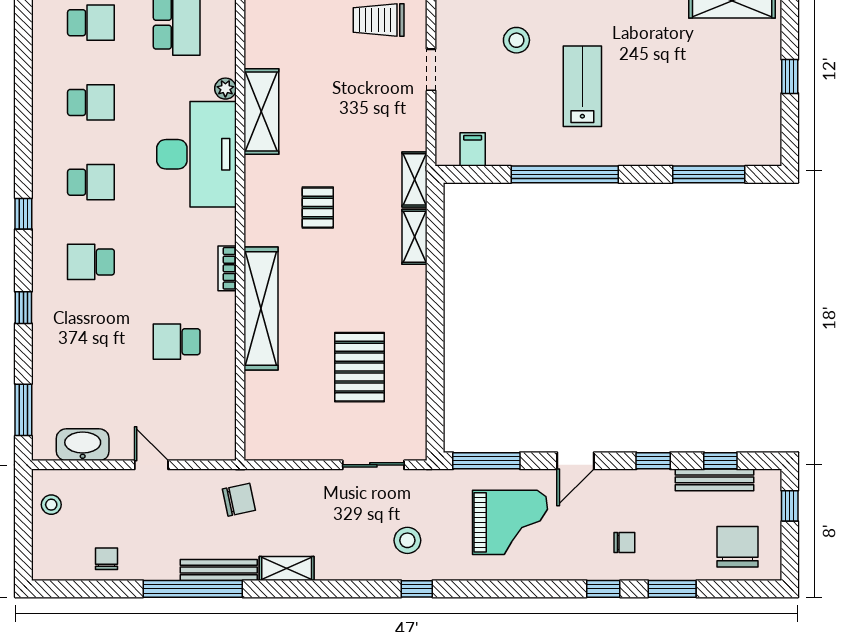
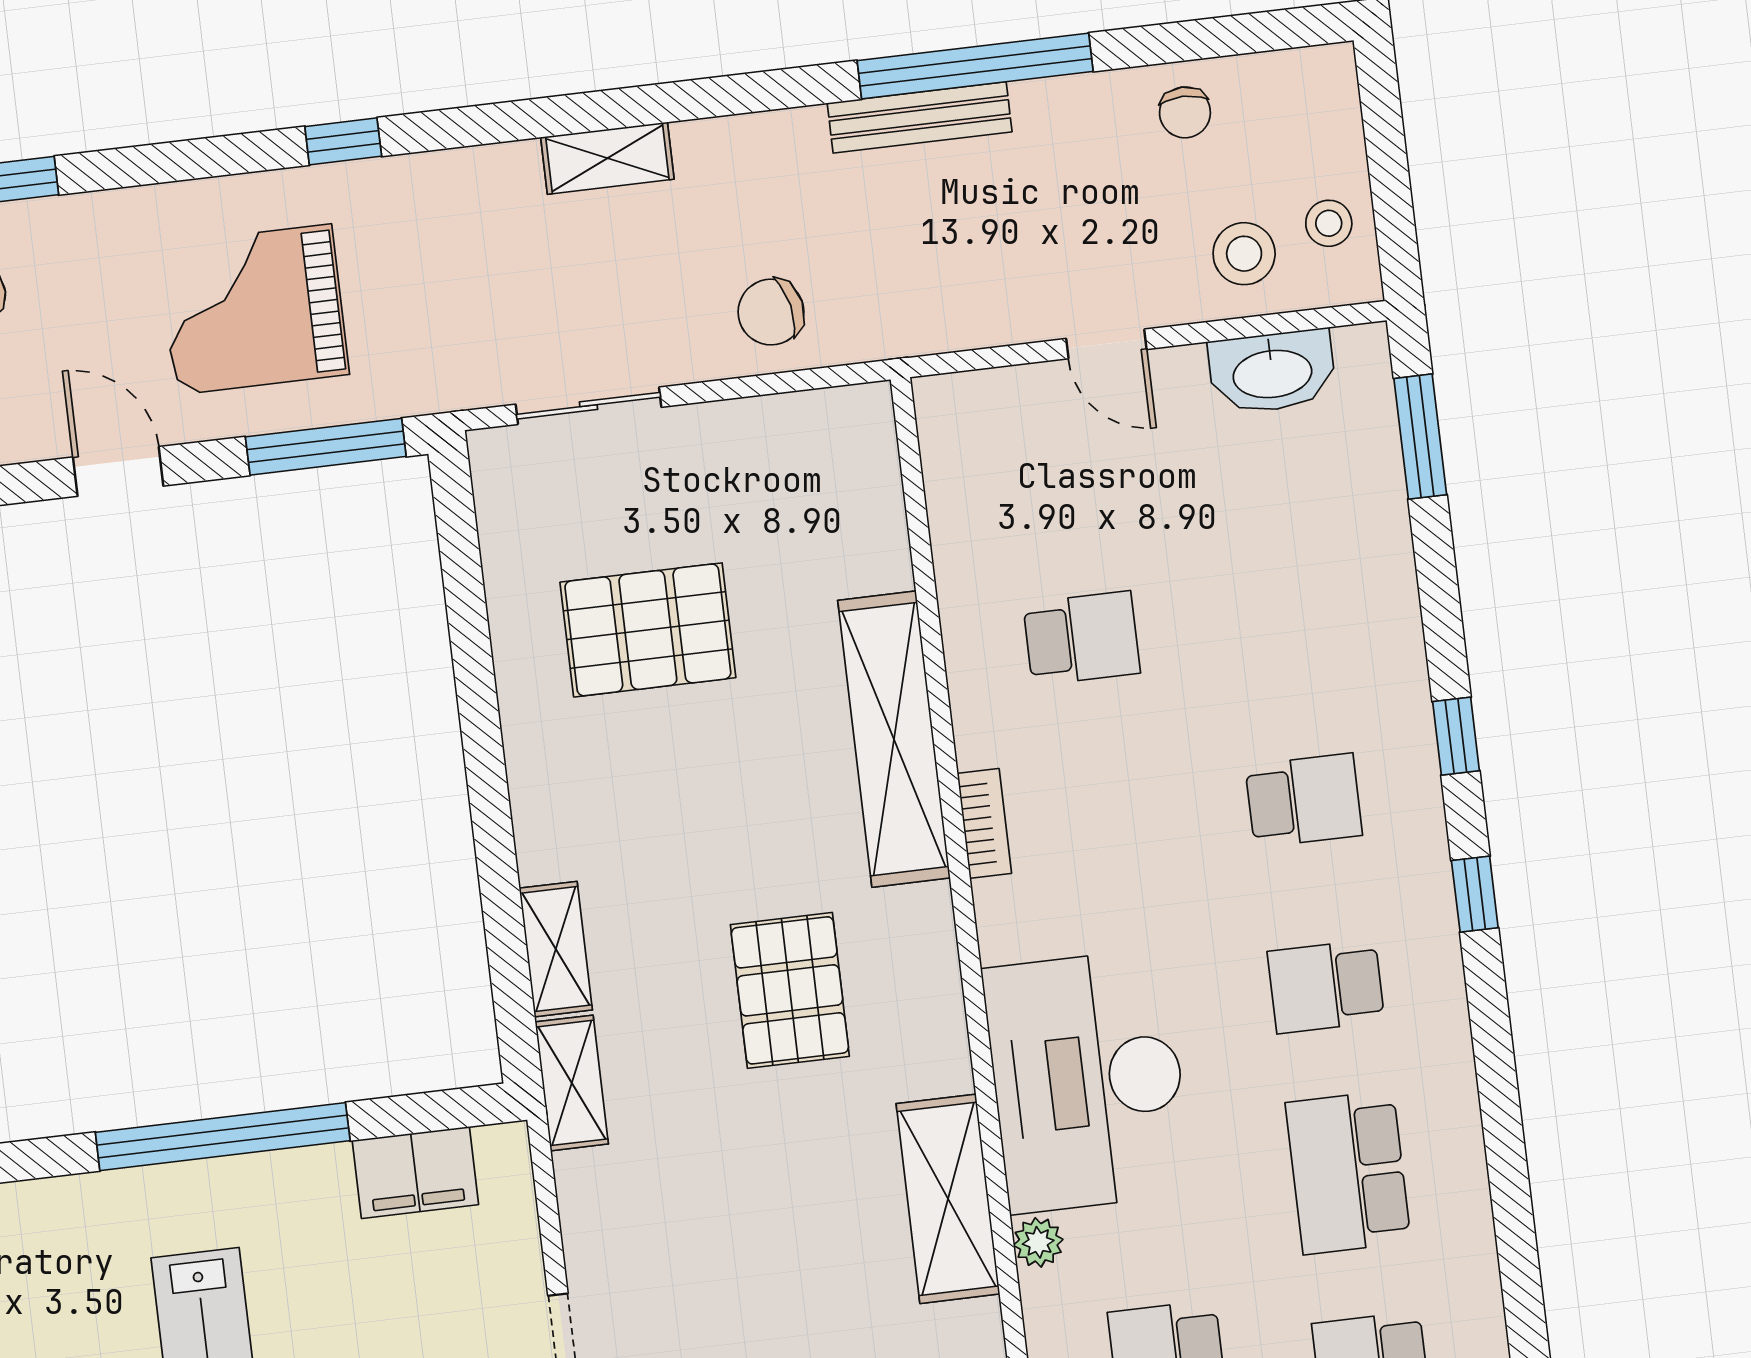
school desk: (91, 102) -> (1348, 1172), width x1.85
filing cabinet: (473, 149) -> (415, 1173), width x2.00
pallet: (318, 208) -> (790, 990), width x1.50, depth x1.42
window: (23, 308) -> (1456, 736), moved
pallet: (360, 367) -> (648, 630), turned 90
door: (575, 461) -> (118, 471), hinge flipped
chair: (239, 500) -> (771, 312), moved
stool: (407, 540) -> (1244, 254), moved
shelving: (287, 569) -> (607, 158), moved
window: (417, 589) -> (343, 141), moved

